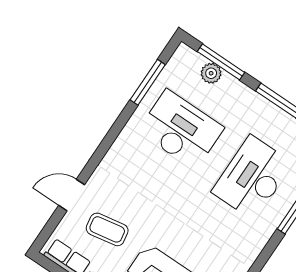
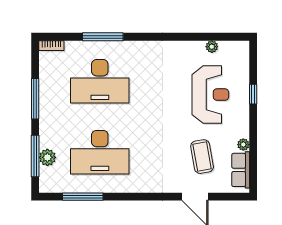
desk: (181, 130) -> (100, 152), turned -90

